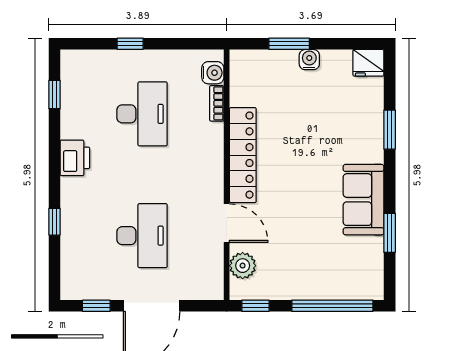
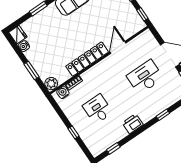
water cooler: (309, 60) -> (24, 46), moved
desk: (142, 114) -> (98, 109), width x0.73
plant: (243, 266) -> (51, 84), moved

